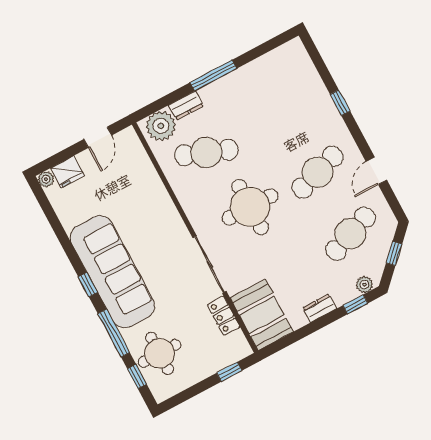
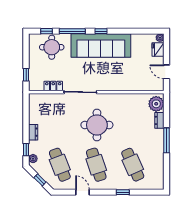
cafe table: (206, 152) -> (133, 165), moved, turned -45
booth: (262, 315) -> (44, 104), removed

